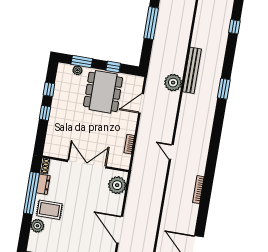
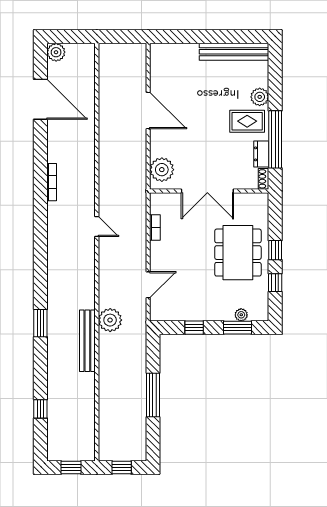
dining table: (103, 92) -> (238, 253), moved

